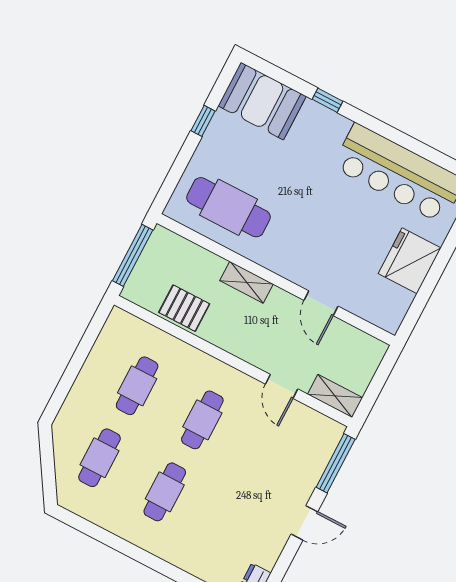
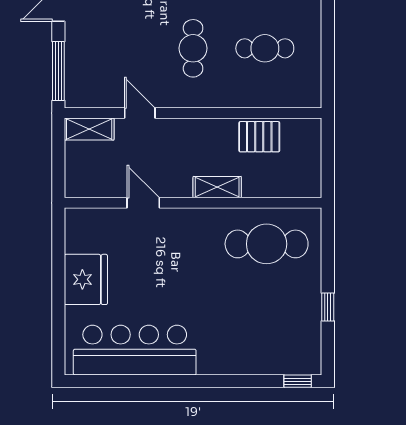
window: (328, 100) -> (298, 381), moved
booth: (262, 101) -> (286, 351), removed
window: (133, 255) -> (328, 159), removed
cafe table: (137, 386) -> (265, 48), turned 90

